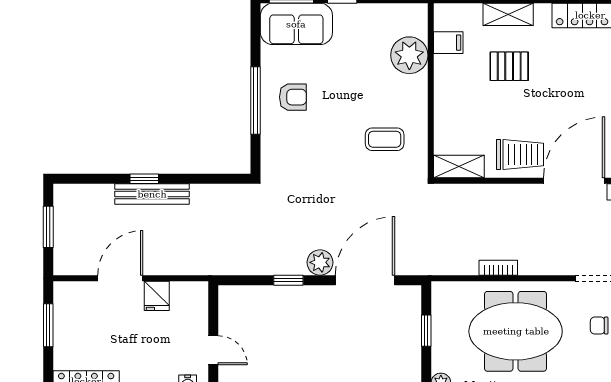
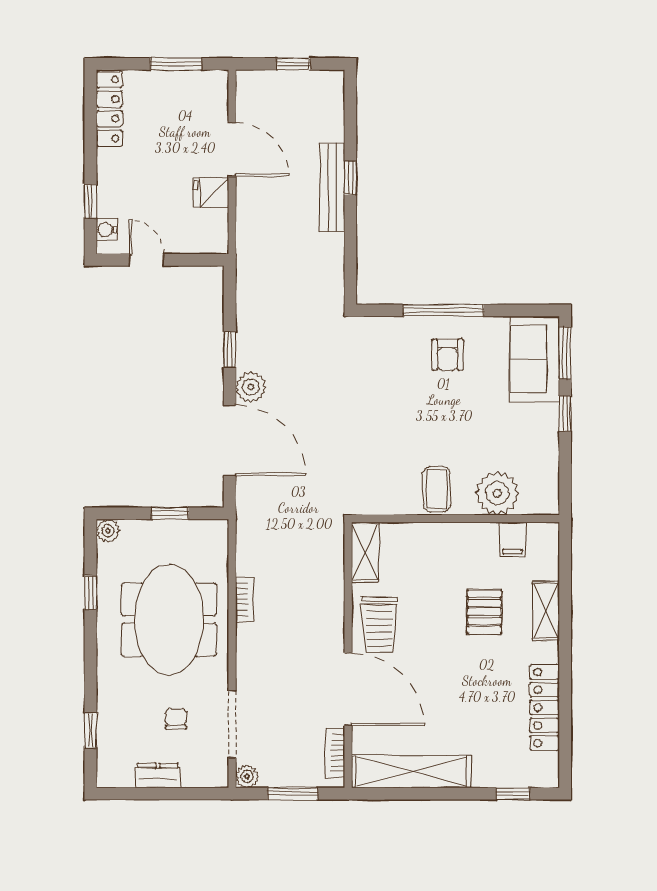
coffee table: (385, 139) -> (437, 489), moved
window: (48, 227) -> (293, 64), width x0.67
door: (213, 350) -> (146, 260), swing flipped

